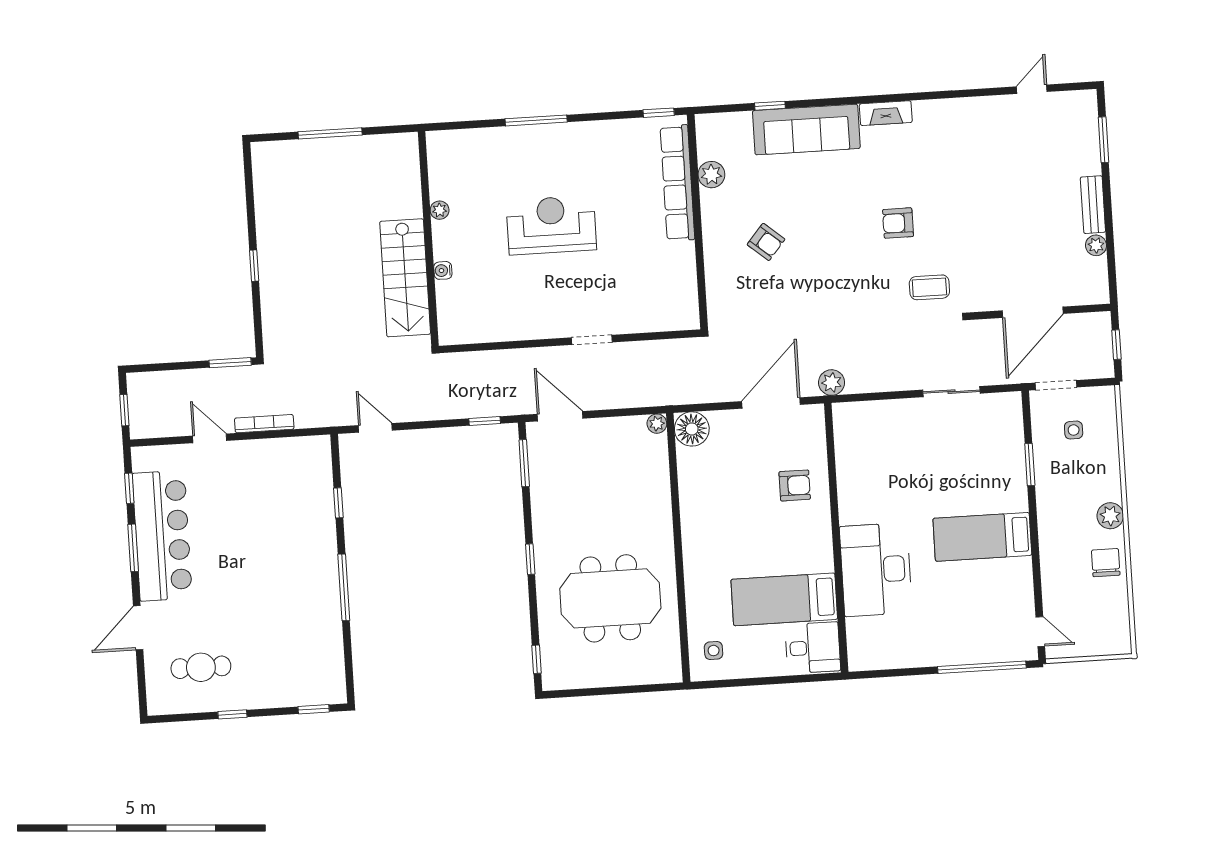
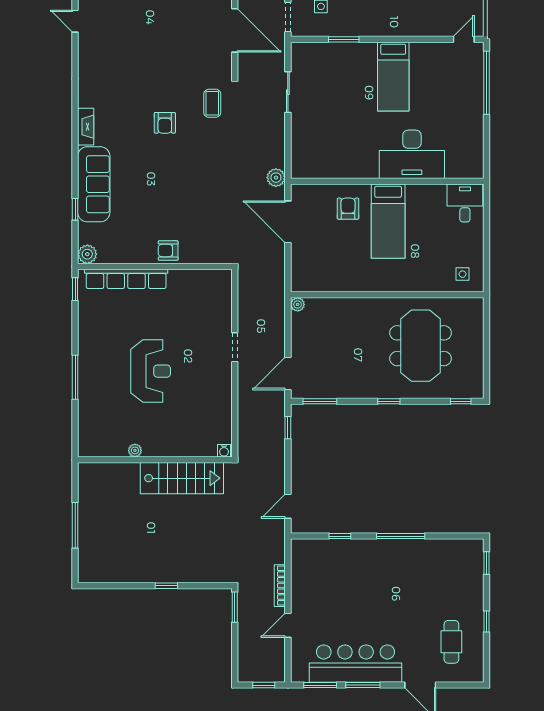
plant: (711, 175) -> (87, 254), moved
reception desk: (551, 225) -> (151, 371), turned 180
armchair: (766, 242) -> (168, 251), moved, turned -130
water cooler: (443, 270) -> (224, 451), moved
floor lamp: (692, 429) -> (303, 280), removed
window: (129, 488) -> (320, 685), width x1.50
bed: (784, 599) -> (388, 221), moved

